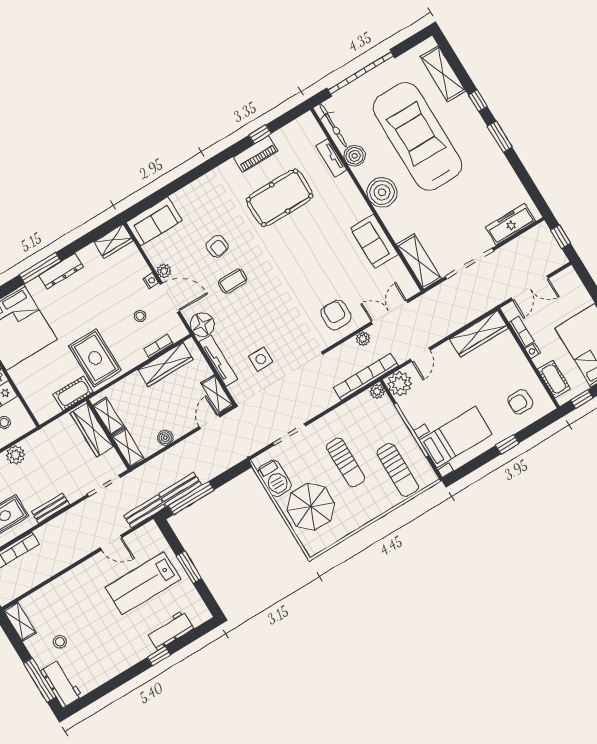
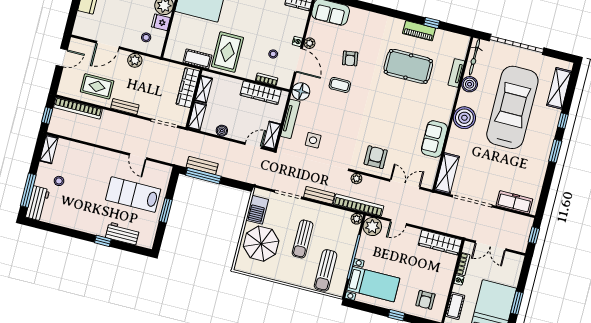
plant: (363, 339) -> (356, 179), moved
armchair: (520, 402) -> (425, 300), turned -90
bench: (145, 511) -> (319, 195), moved

